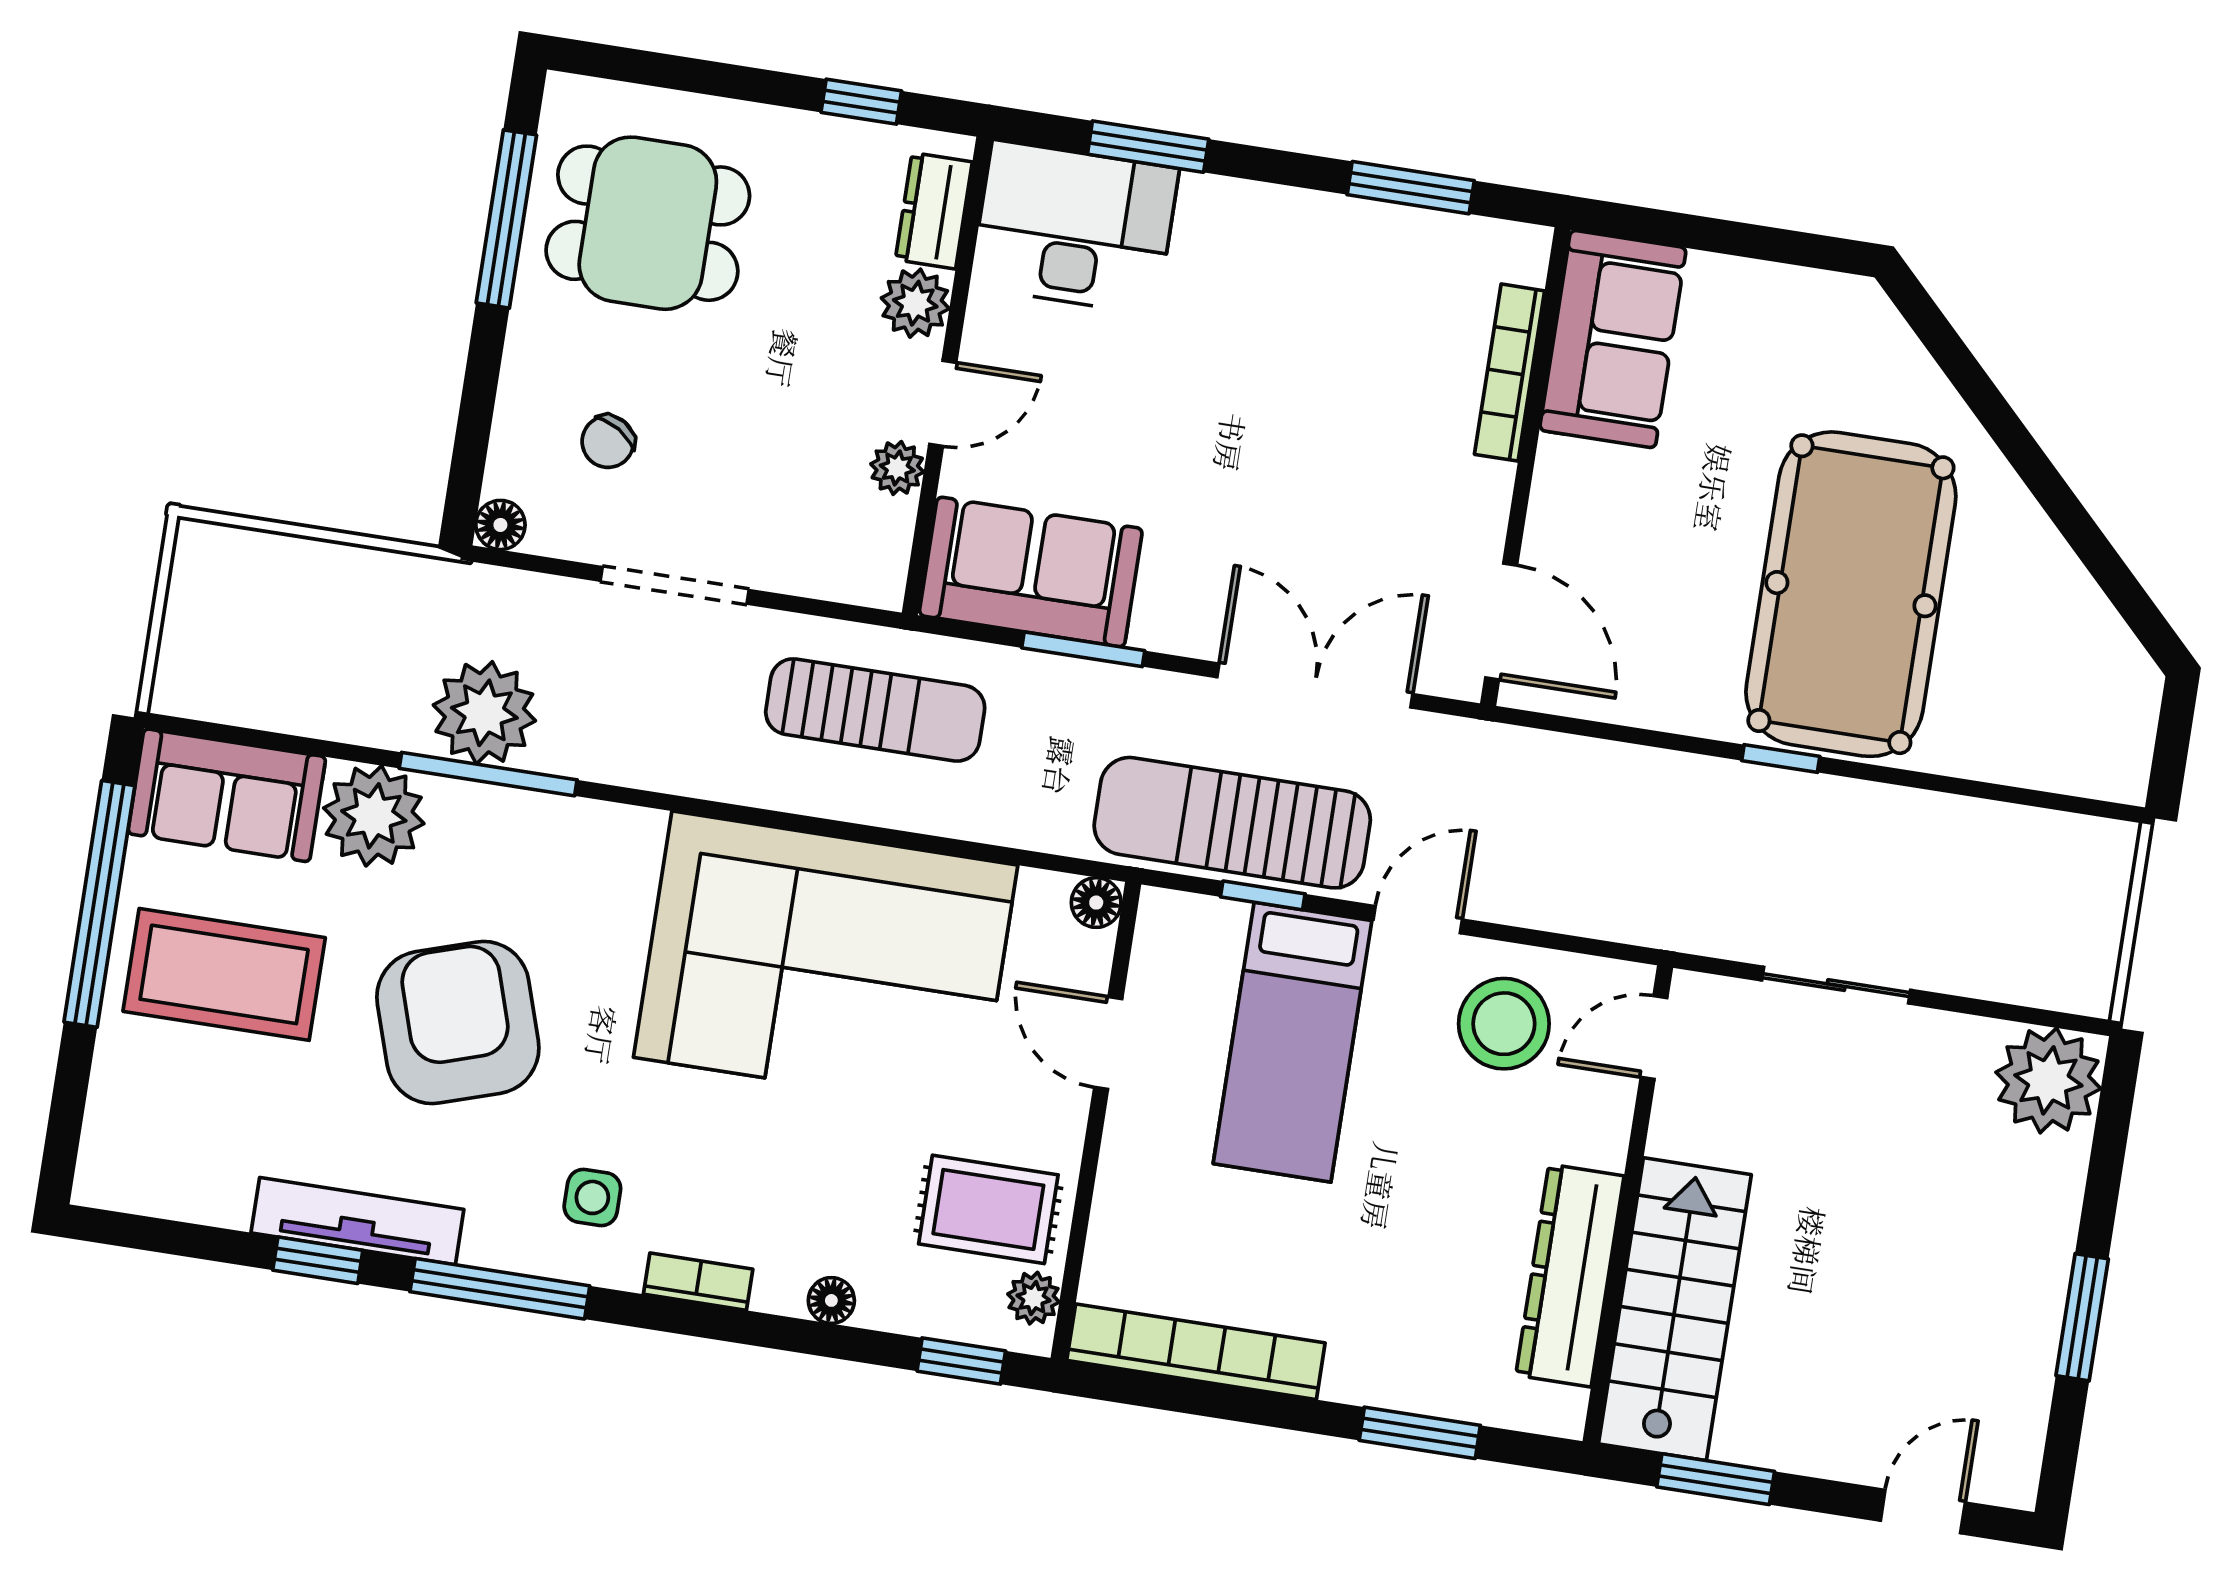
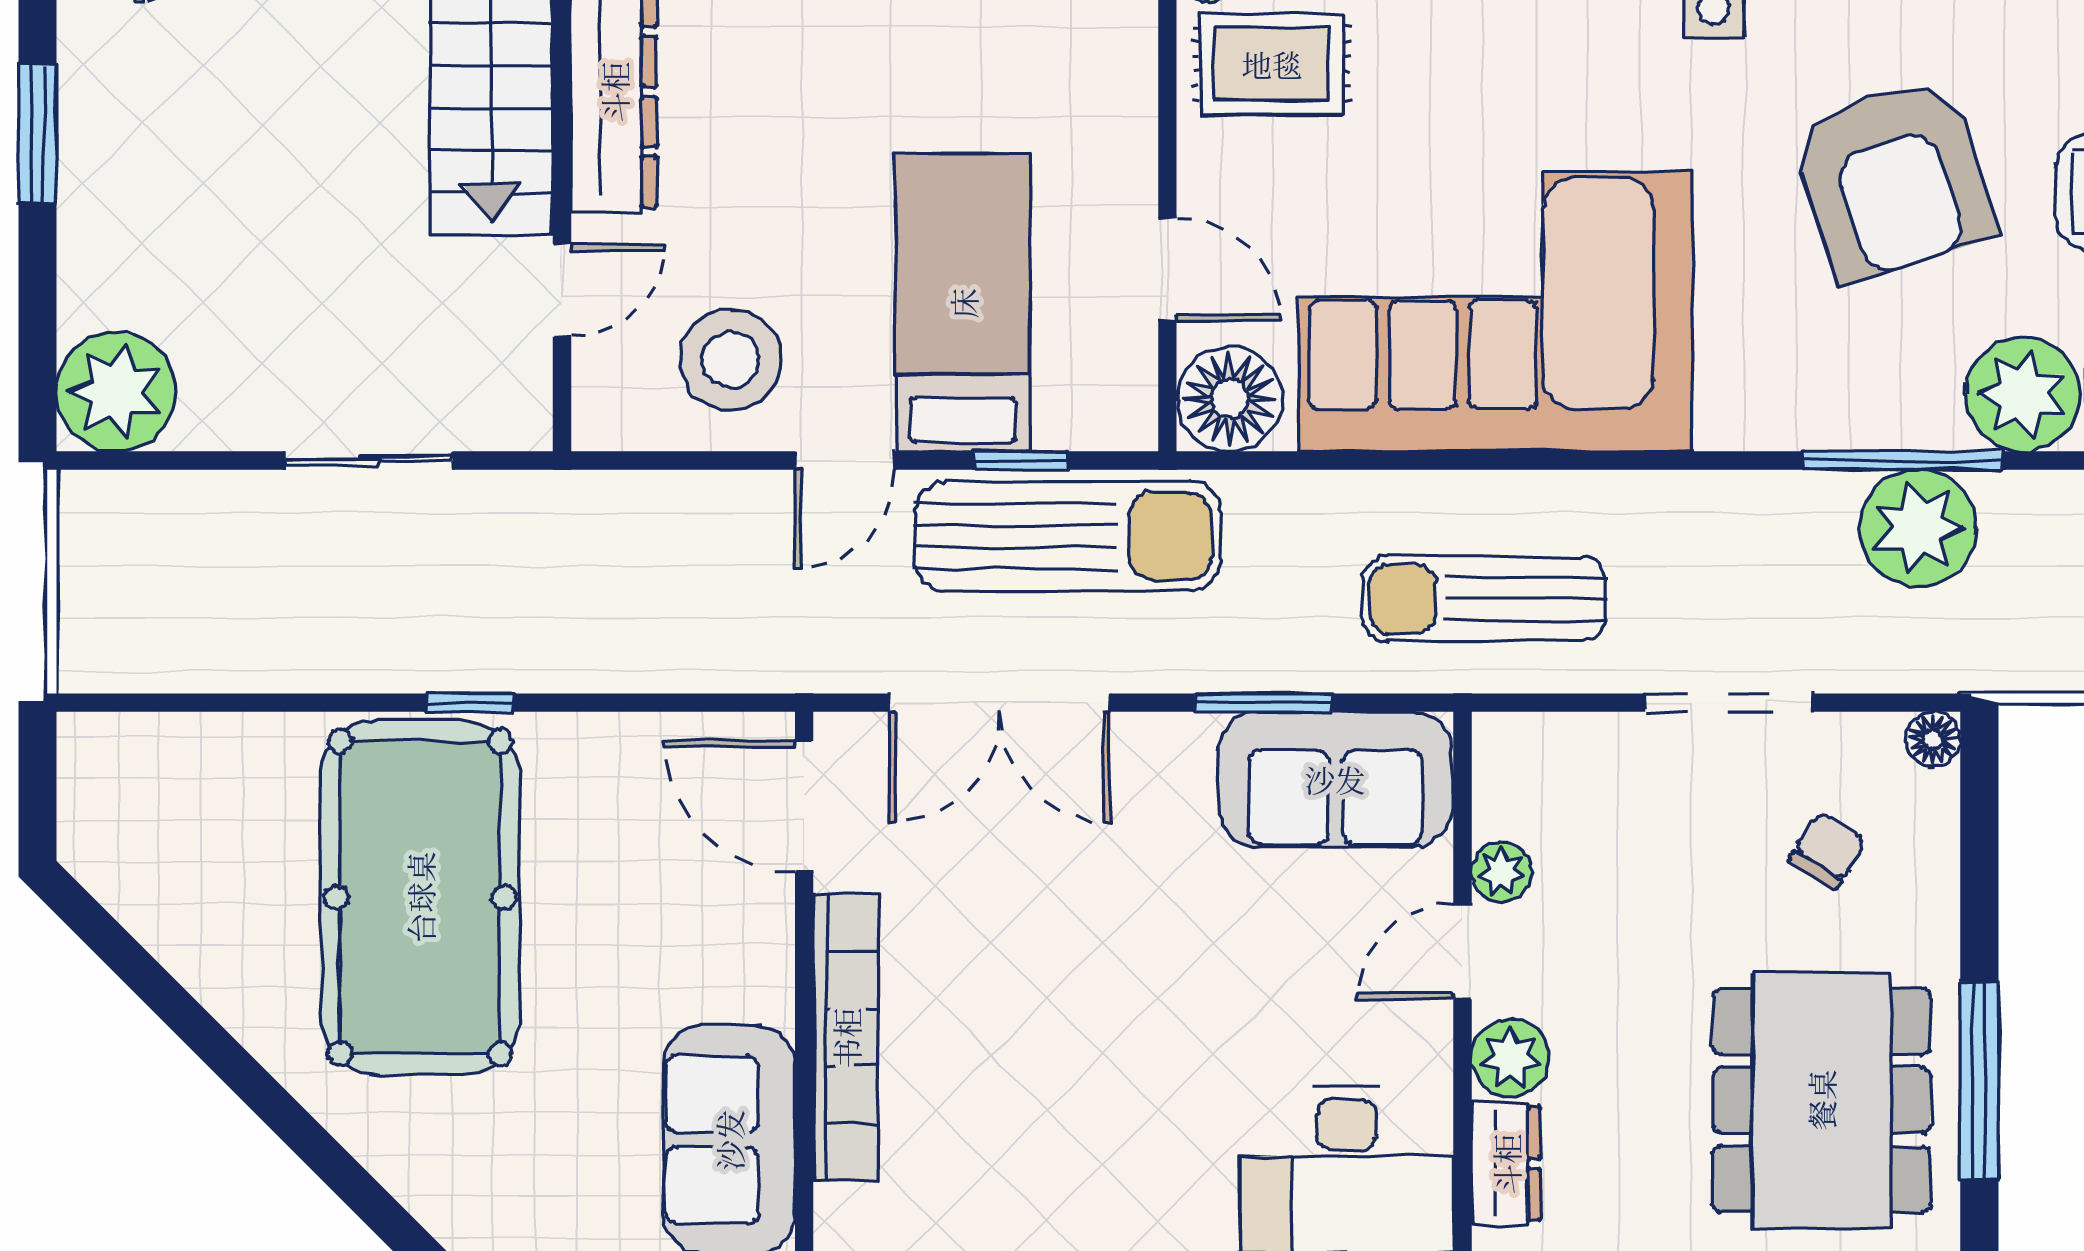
dining table: (648, 223) -> (1821, 1100), width x1.38
bookcase: (1510, 373) -> (846, 1038), width x1.48, depth x1.31
floor lamp: (1096, 903) -> (1230, 399), width x1.89, depth x1.89
door: (1654, 1037) -> (562, 290), moved

